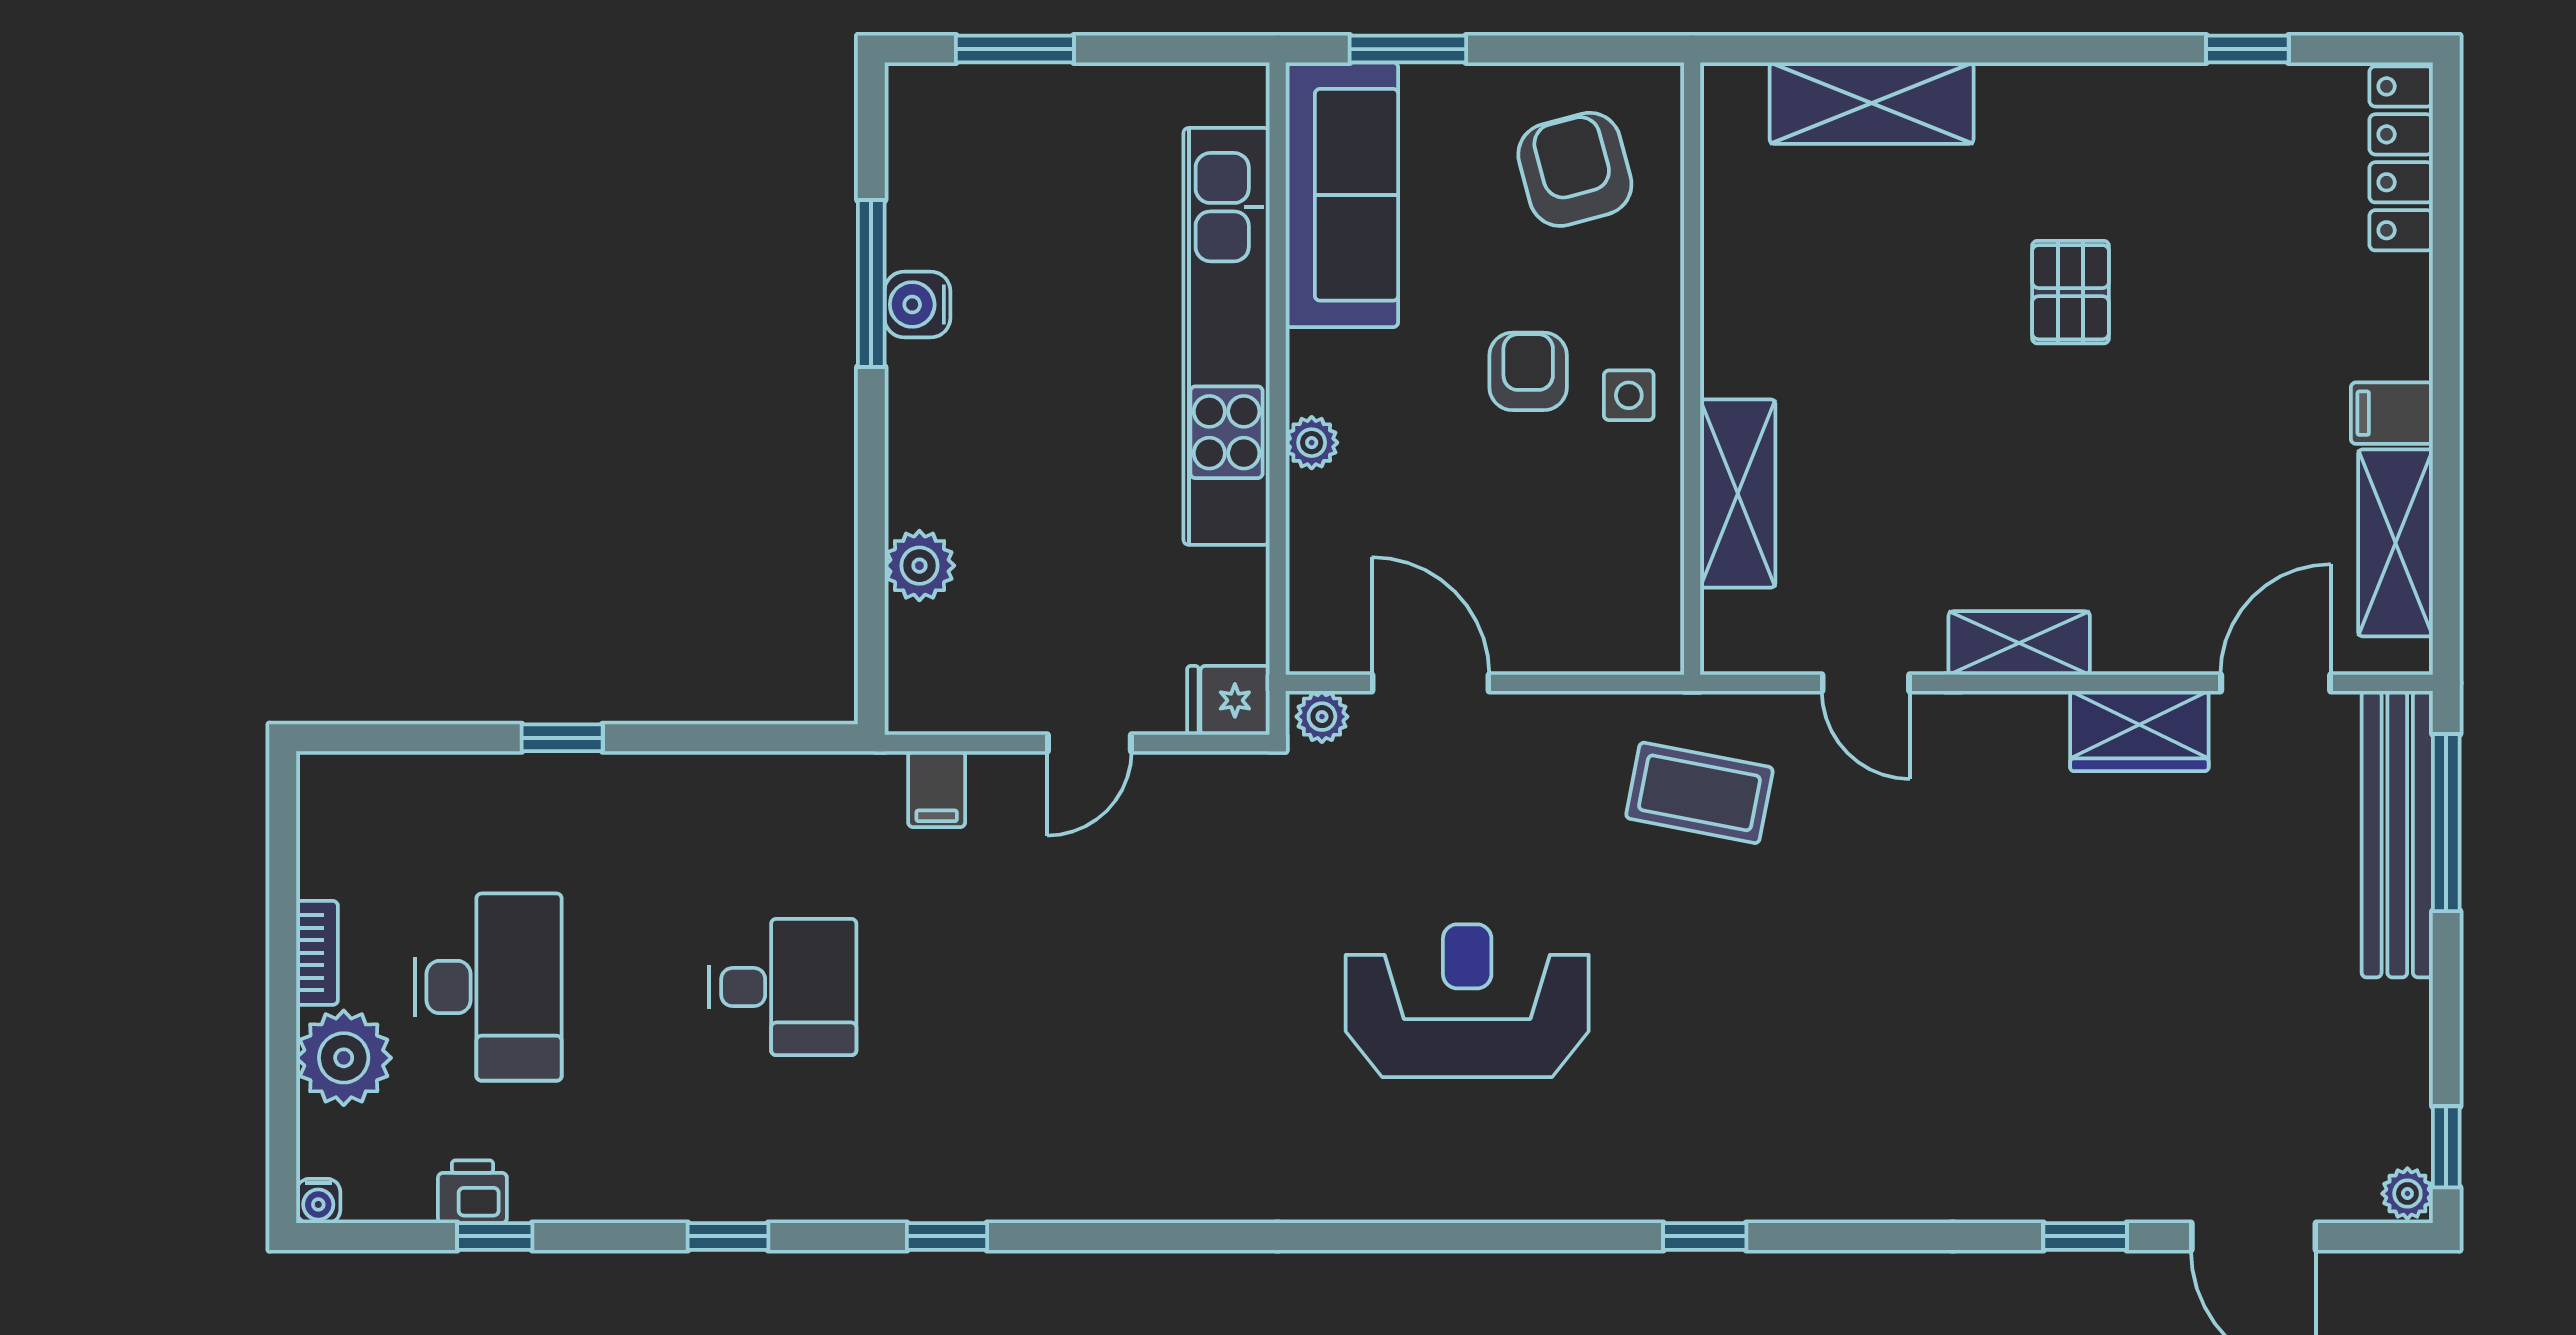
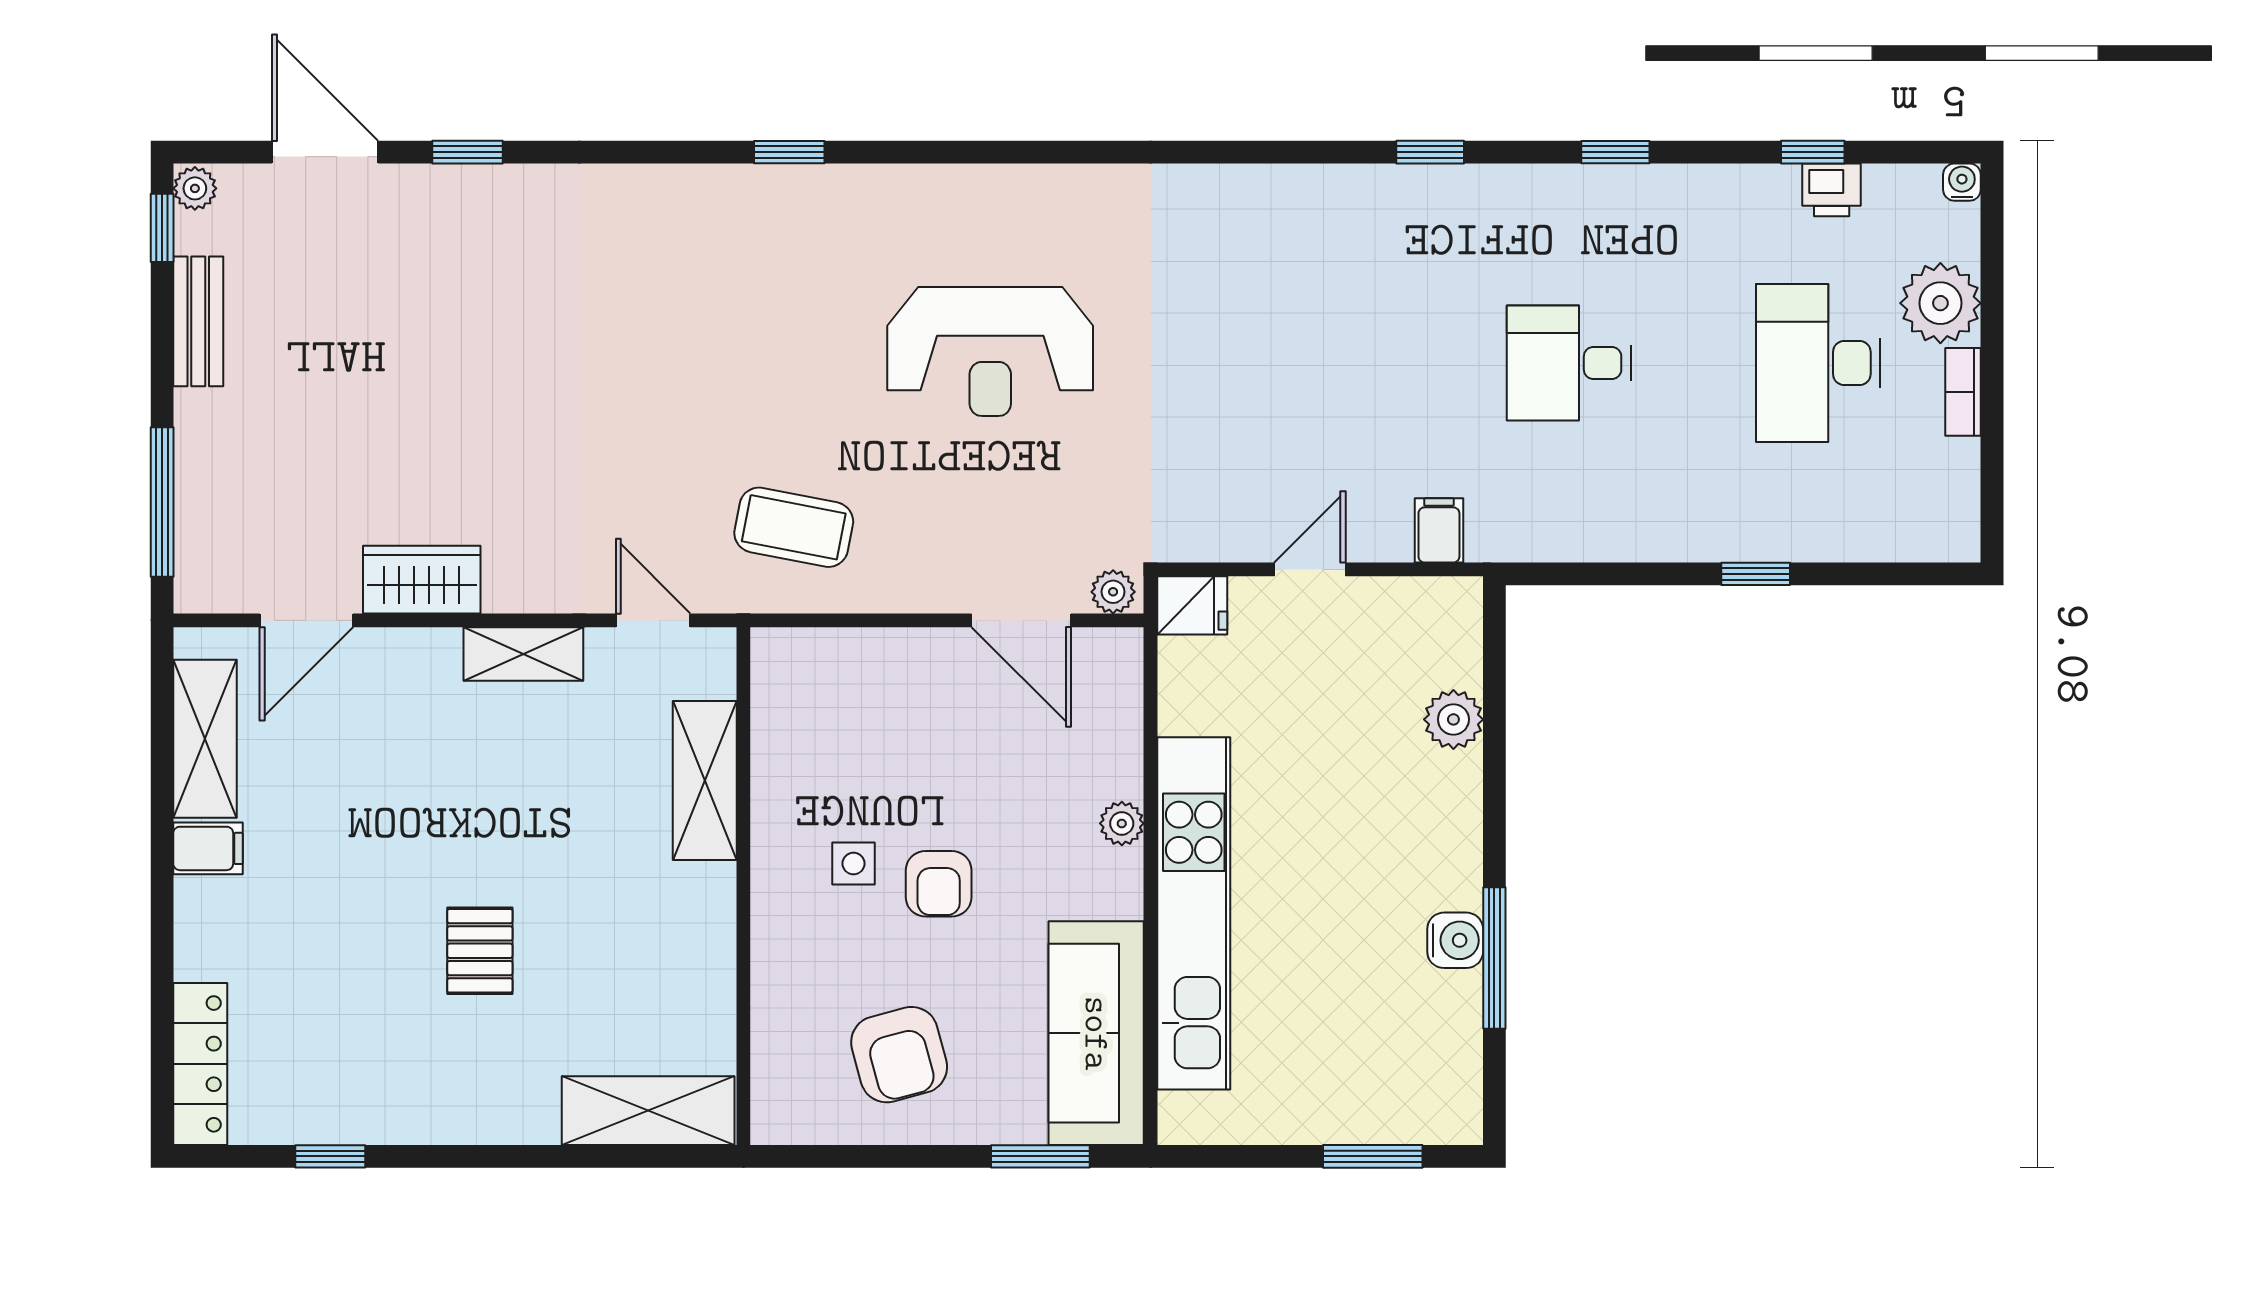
wall: (1692, 369) -> (743, 886), moved
shelving: (1738, 494) -> (705, 780), moved
bench: (2397, 834) -> (198, 321), moved, width x0.54, depth x0.82

